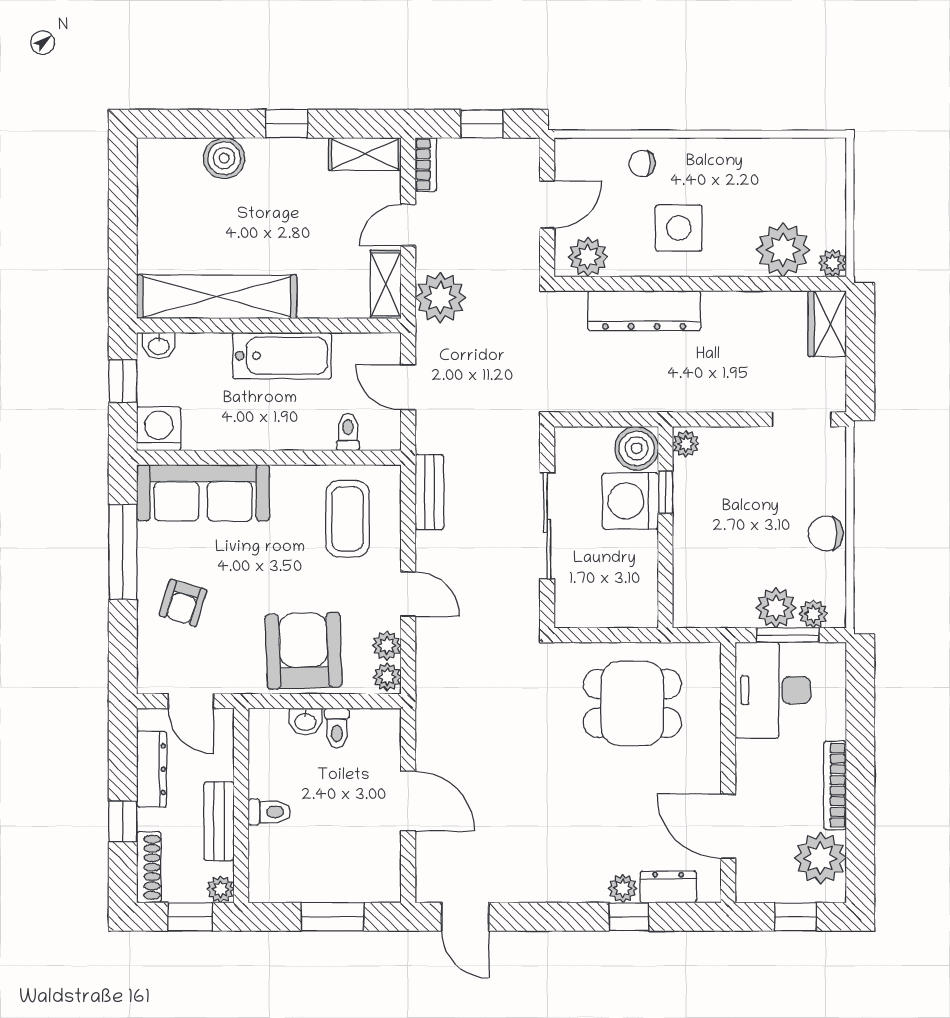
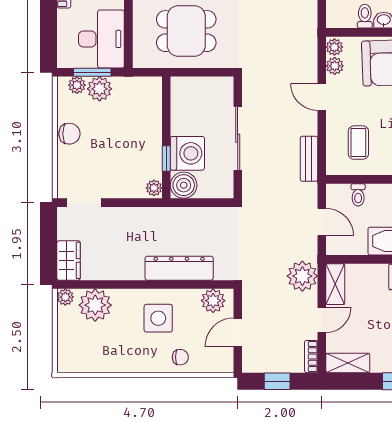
coffee table: (348, 519) -> (358, 143), width x0.73, depth x0.77

